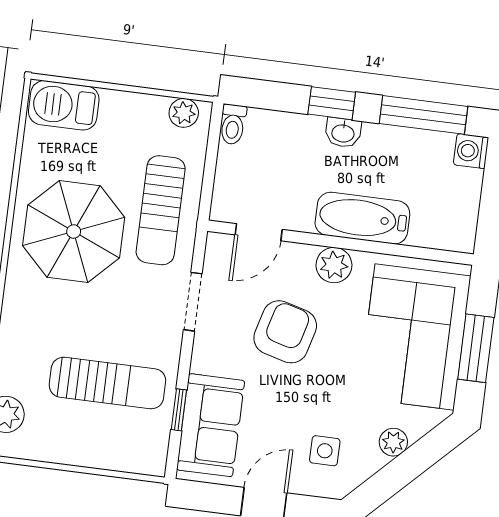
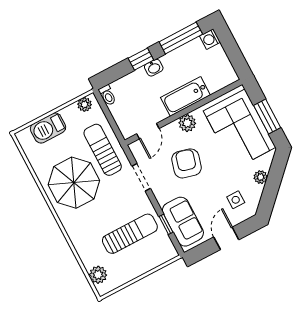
barbecue: (64, 105) -> (48, 128), moved
sun lounger: (161, 210) -> (103, 150), turned 180

